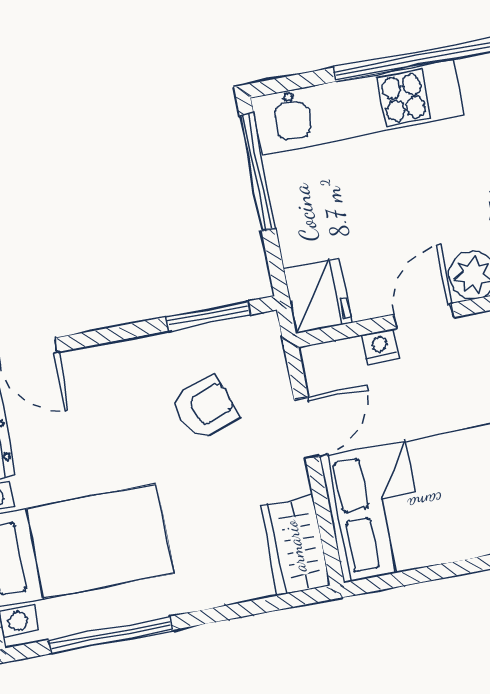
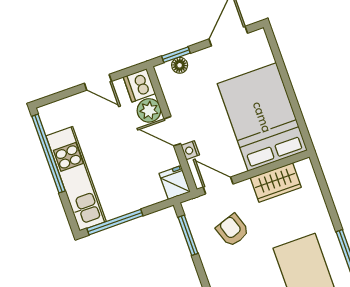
fridge: (317, 296) -> (175, 183), width x0.72
door: (307, 428) -> (218, 186), moved
wardrobe: (295, 546) -> (276, 183), moved

